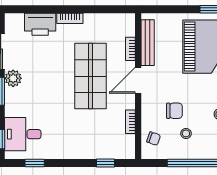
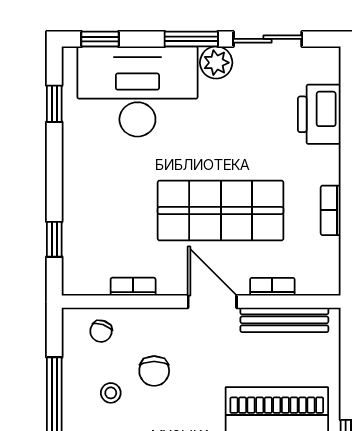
bookcase: (70, 18) -> (331, 210), moved
desk: (23, 134) -> (137, 91), width x1.87, depth x1.30

